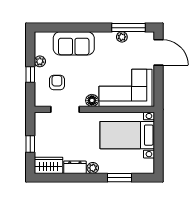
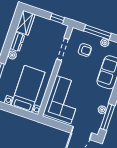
window: (30, 75) -> (97, 32), width x2.17
floor lamp: (92, 100) -> (63, 71), removed
window: (30, 144) -> (57, 18), moved

